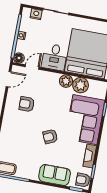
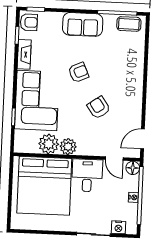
door: (32, 67) -> (114, 159), hinge flipped
armchair: (27, 104) -> (99, 108), moved, turned -125
sofa: (55, 175) -> (83, 24), moved

